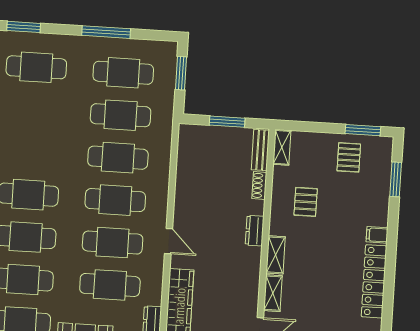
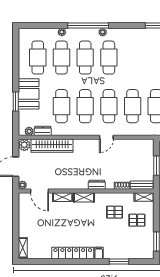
pallet: (349, 157) -> (137, 220), moved
window: (396, 179) -> (119, 261), moved
door: (169, 241) -> (106, 137), moved

